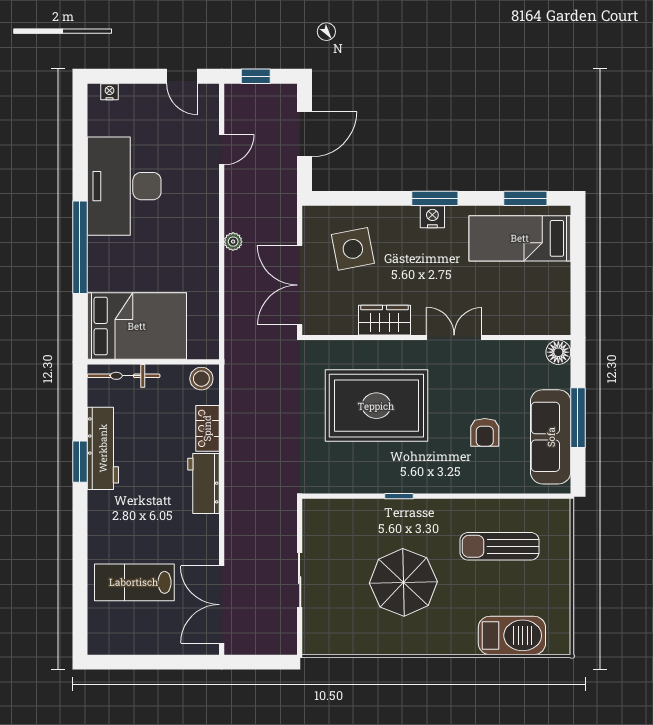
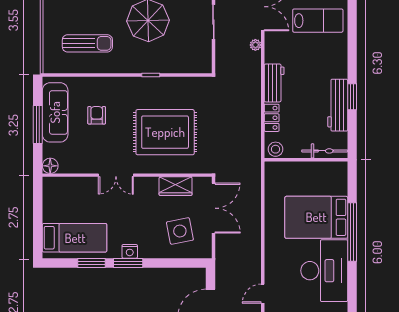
window: (525, 198) -> (91, 263), moved
plant: (233, 242) -> (255, 45), moved
wardrobe: (384, 320) -> (176, 186), moved
bed: (137, 326) -> (316, 217), moved

